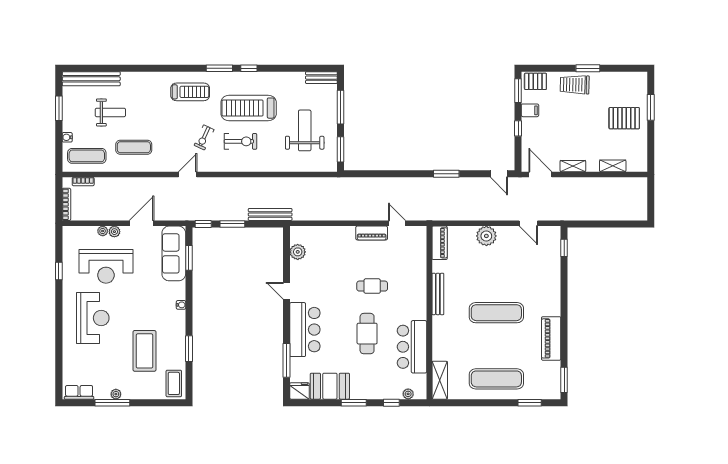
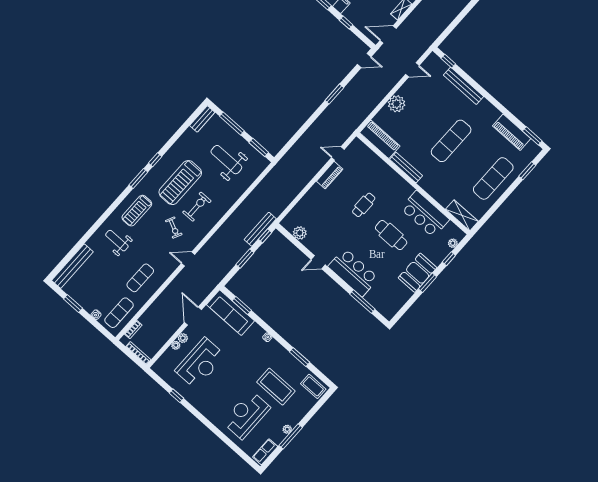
treadmill: (190, 92) -> (137, 211), turned 180
weight bench: (110, 112) -> (117, 241), moved, turned -90
door: (188, 174) -> (188, 259), hinge flipped
window: (203, 224) -> (265, 236), moved
piano: (440, 243) -> (380, 139), width x1.37, depth x1.33
bench: (554, 281) -> (463, 86), added
reception desk: (93, 318) -> (246, 415), moved, turned -90
piano: (551, 338) -> (512, 132), moved
booth: (330, 386) -> (418, 273), moved
fridge: (299, 391) -> (389, 311), removed

